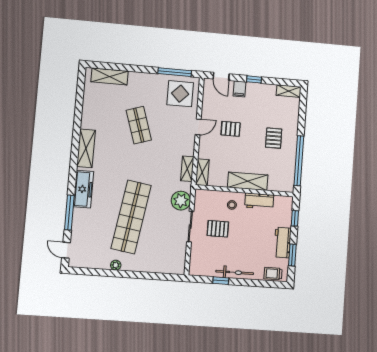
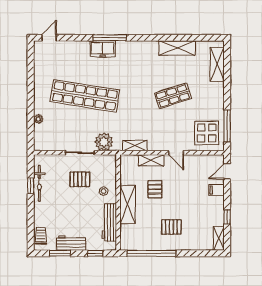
window: (254, 79) -> (227, 217), moved
pallet: (231, 129) -> (155, 189), moved
shelving: (86, 148) -> (177, 48), moved
shelving: (202, 172) -> (151, 160), moved
freezer: (83, 189) -> (103, 49), width x0.71
workbench: (259, 201) -> (109, 222), width x1.38
window: (69, 212) -> (110, 38), moved
pallet: (218, 229) -> (80, 179), turned 90
plant: (116, 265) -> (38, 119), moved
bicycle: (235, 272) -> (39, 183), moved

